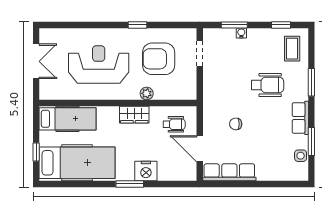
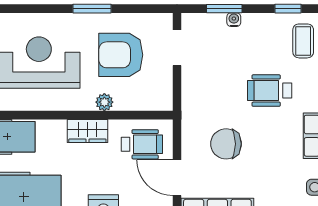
window: (138, 25) -> (92, 9), width x1.50
wheelchair: (268, 85) -> (270, 91), turned 180
wheelchair: (174, 124) -> (142, 144), width x1.36, depth x1.37
chair: (236, 124) -> (226, 144), width x1.87, depth x1.87

